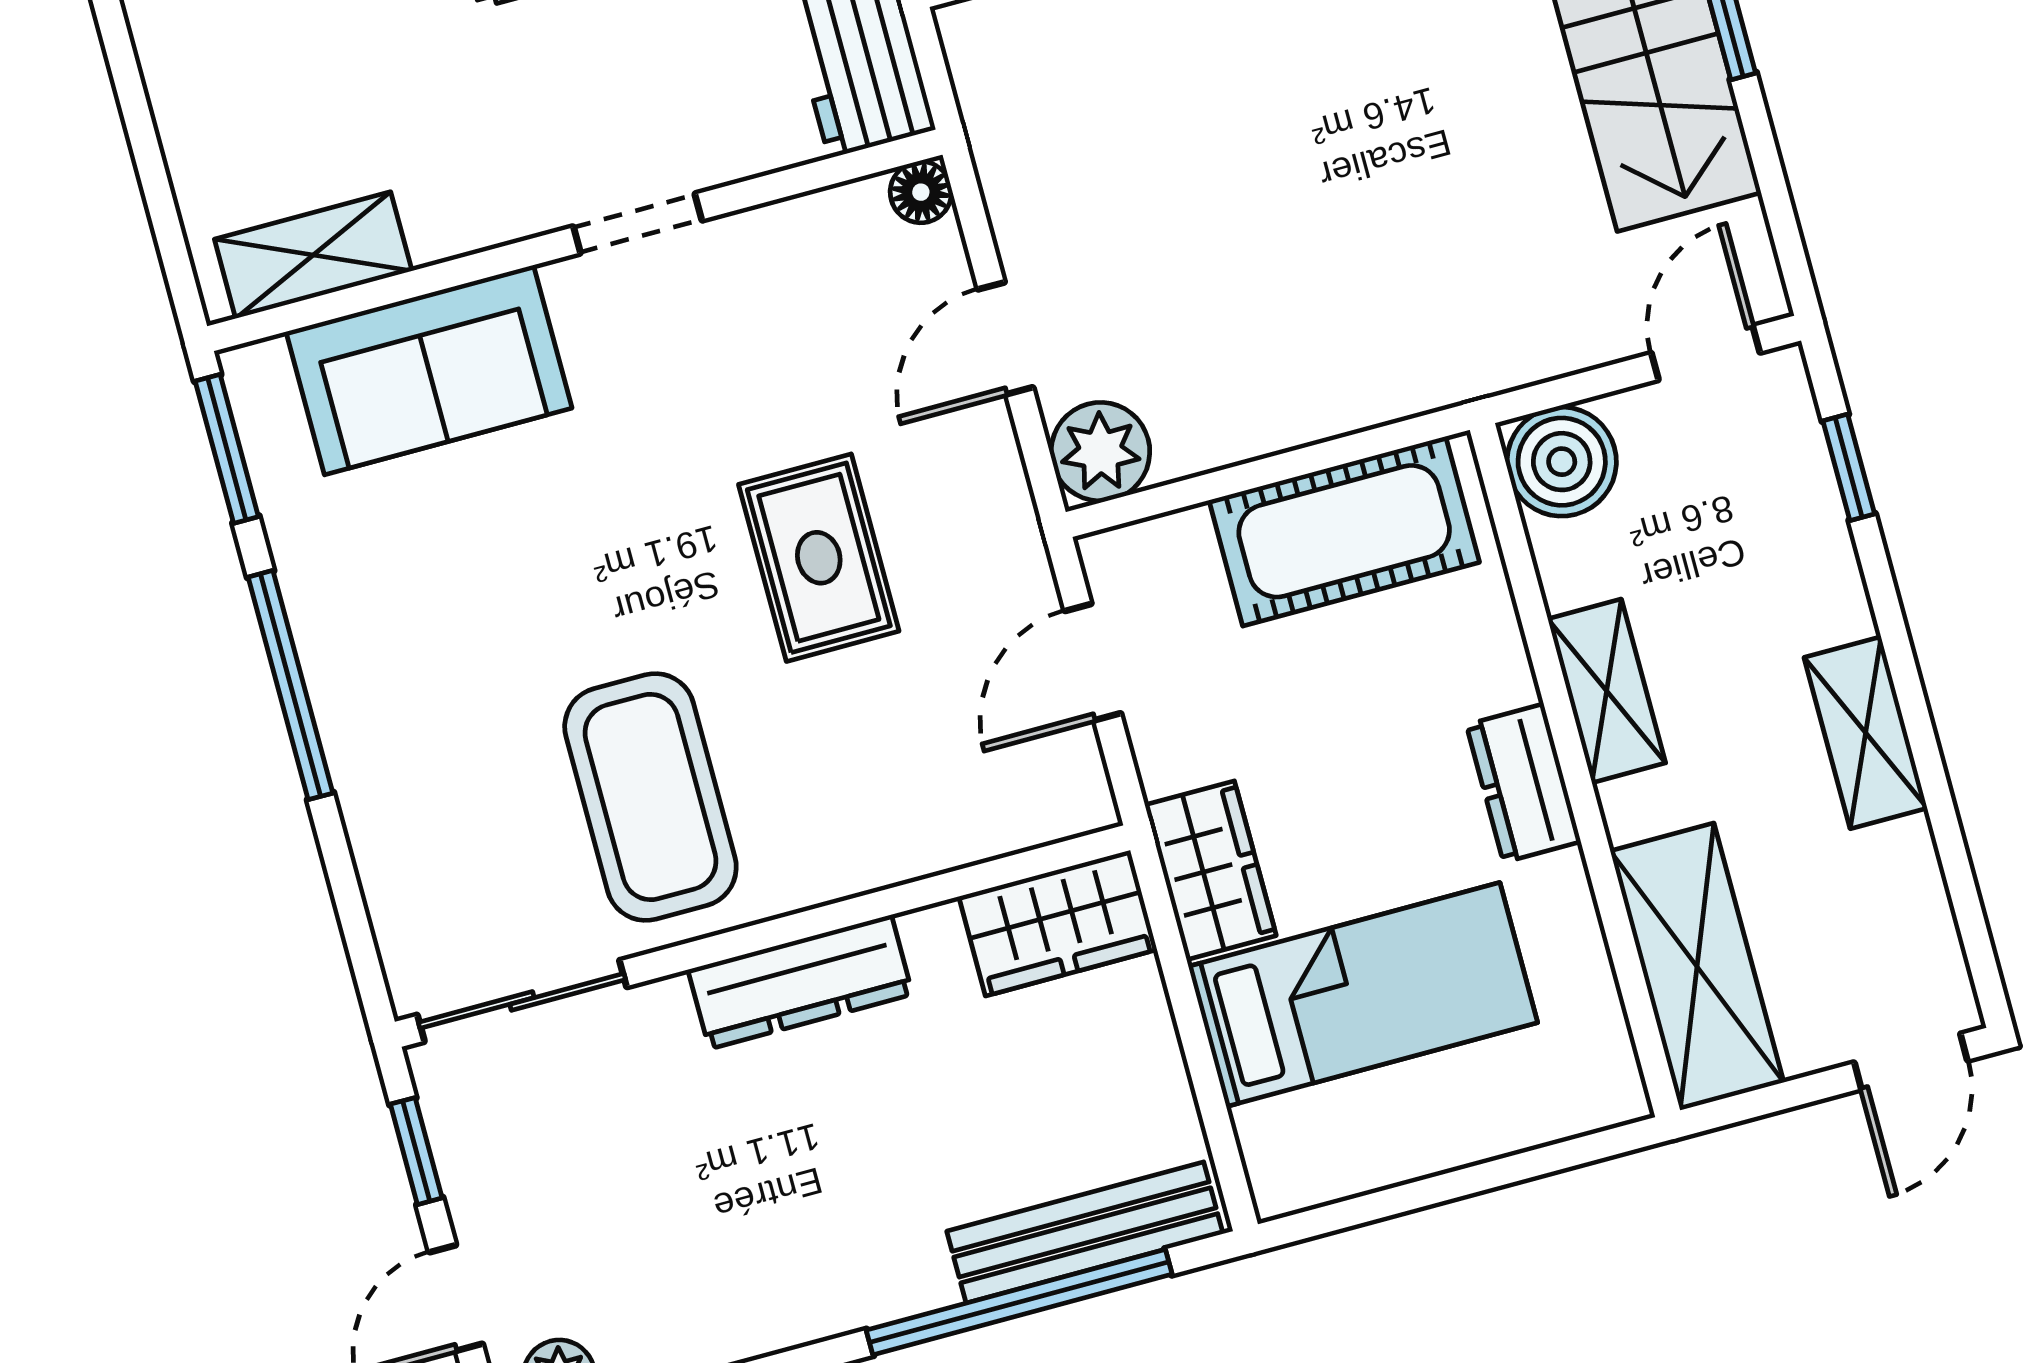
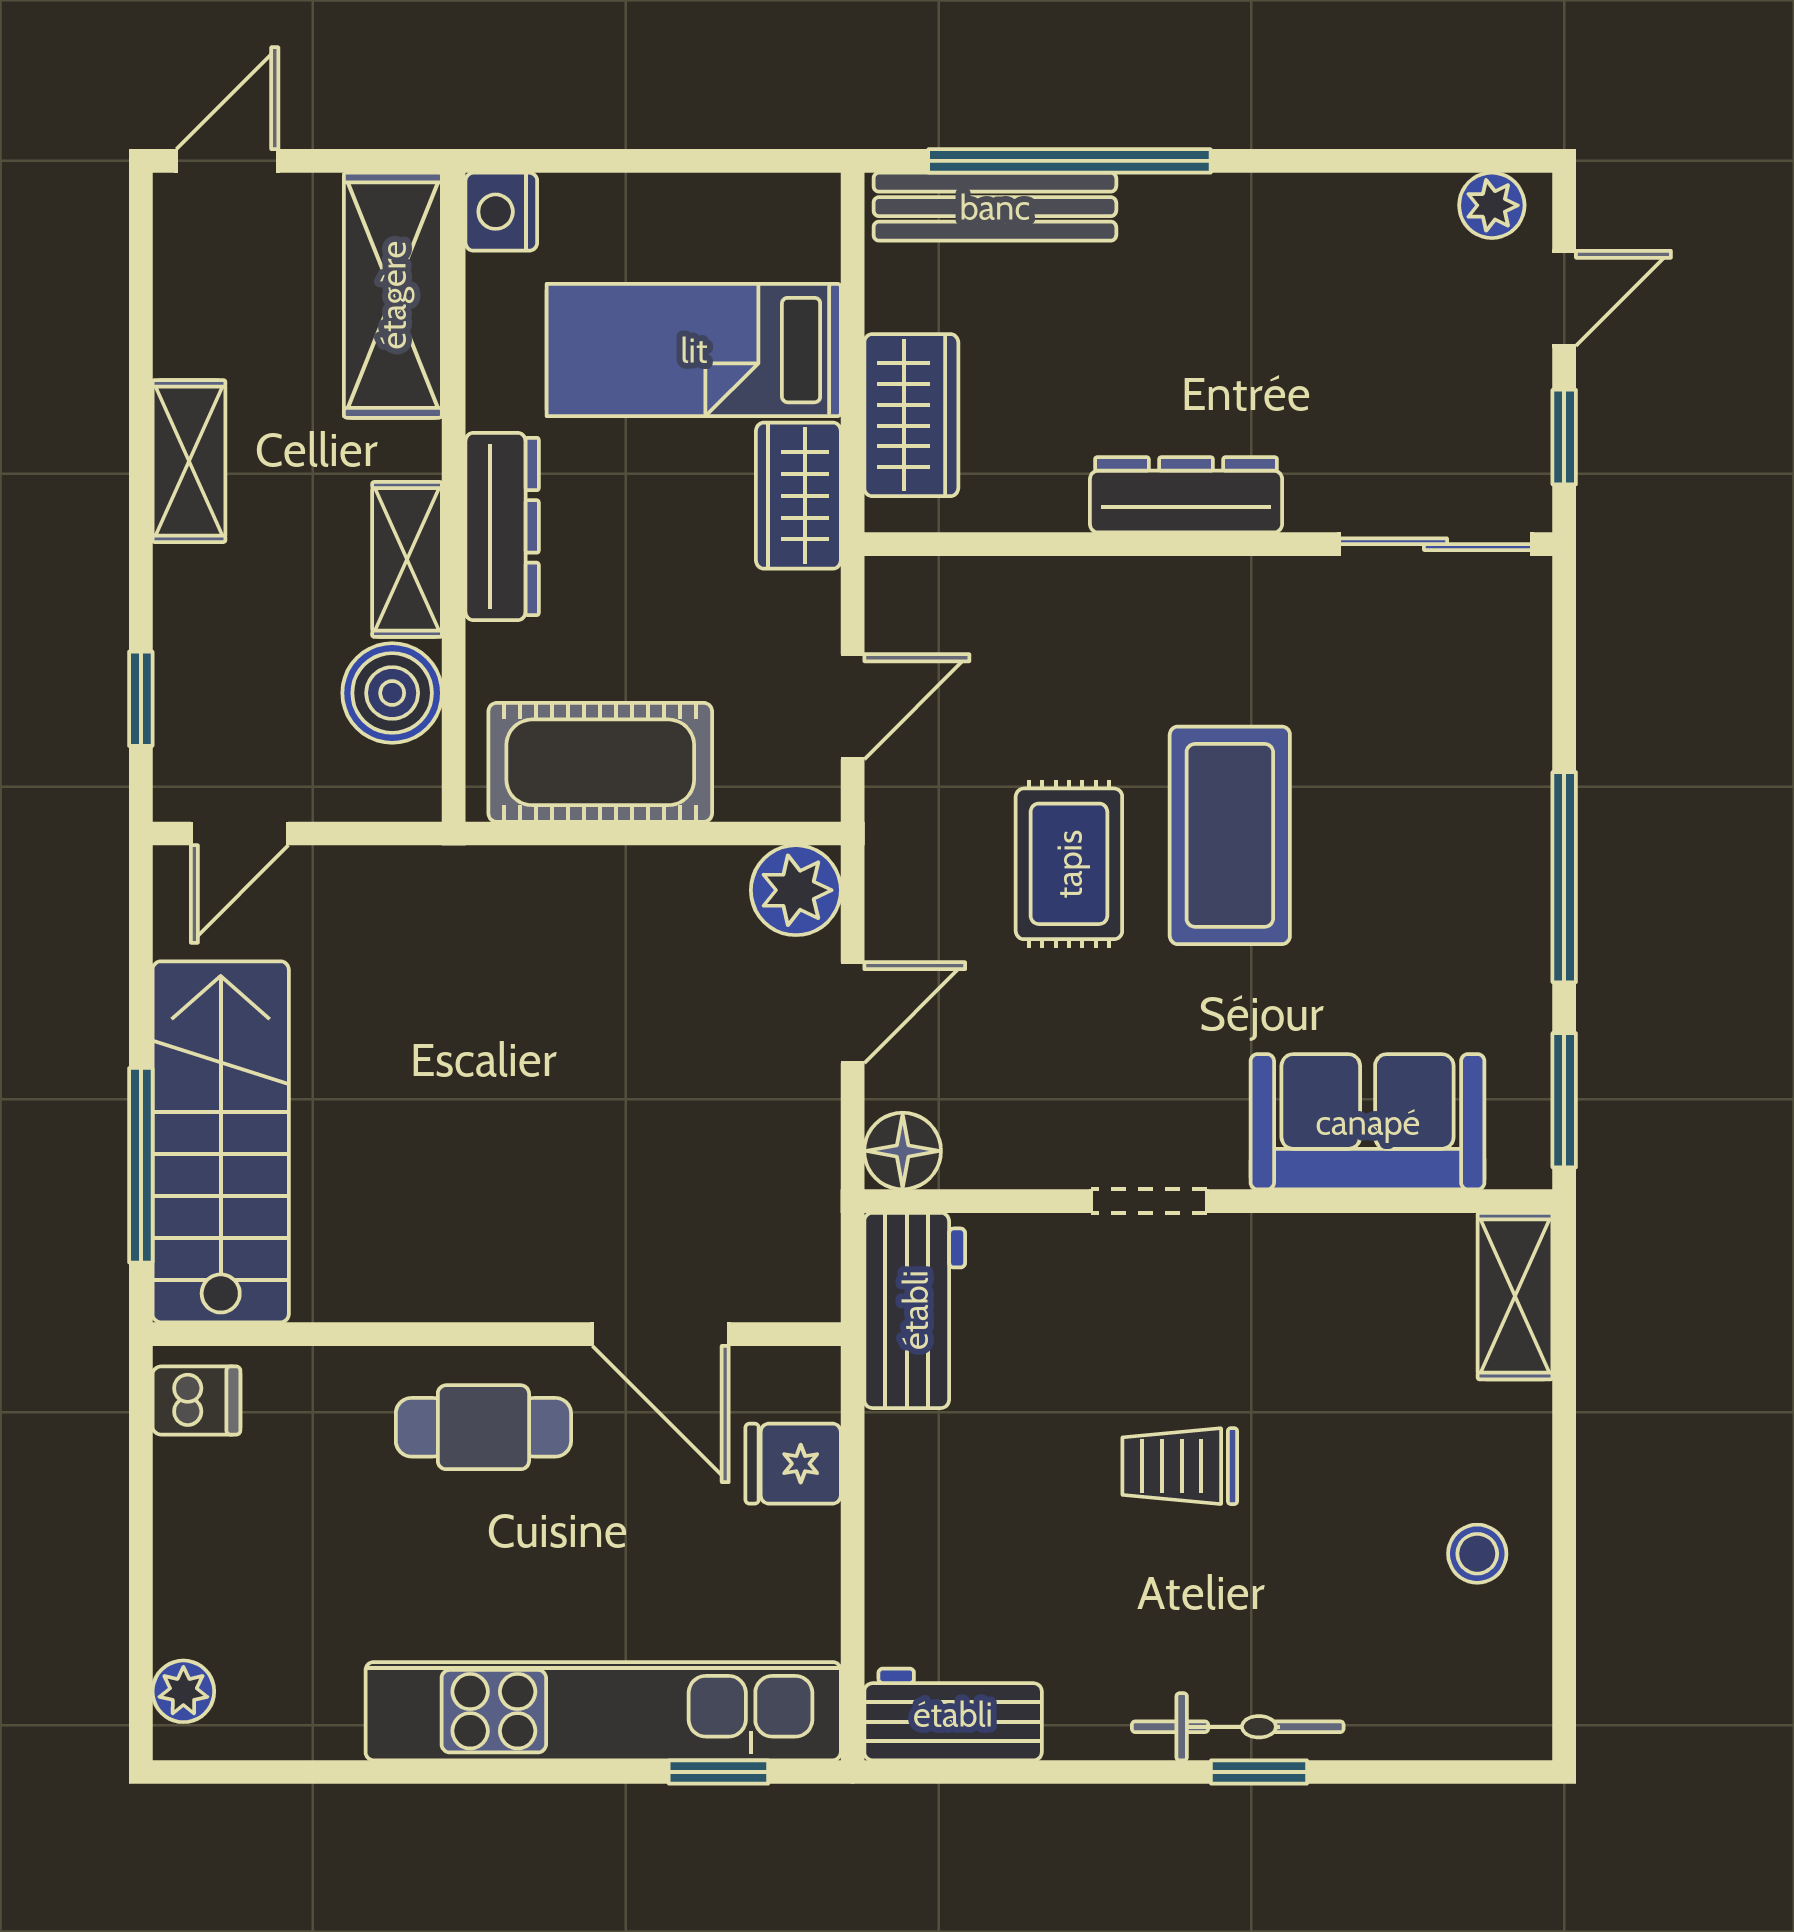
floor lamp: (921, 192) -> (903, 1151), width x1.37, depth x1.37
shelving: (313, 255) -> (1515, 1296), moved, turned 90
boiler: (1562, 462) -> (392, 693), moved
dresser: (1524, 783) -> (502, 526), width x1.44
coffee table: (650, 797) -> (1230, 835), moved
wardrobe: (1058, 923) -> (911, 415), moved, turned 90
nightstand: (1606, 1086) -> (501, 212), added

